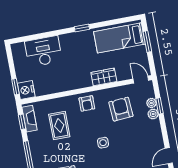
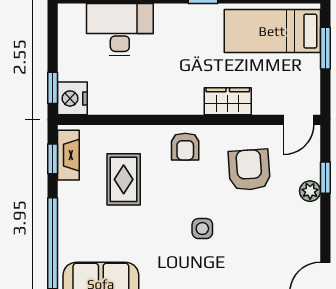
door: (141, 80) -> (299, 120), swing flipped
plant: (151, 103) -> (311, 169), removed

